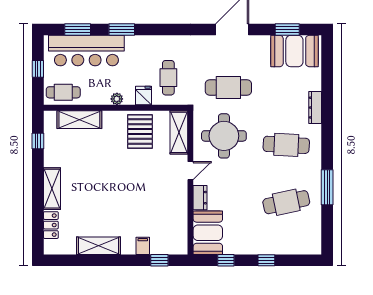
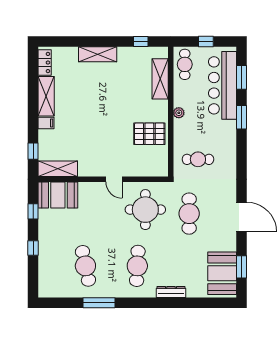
fridge: (144, 96) -> (182, 137), removed
shelving: (179, 132) -> (58, 169), moved
dresser: (200, 198) -> (90, 188), removed
locker: (51, 225) -> (45, 63), moved, turned -90
filing cabinet: (143, 246) -> (46, 123), moved

